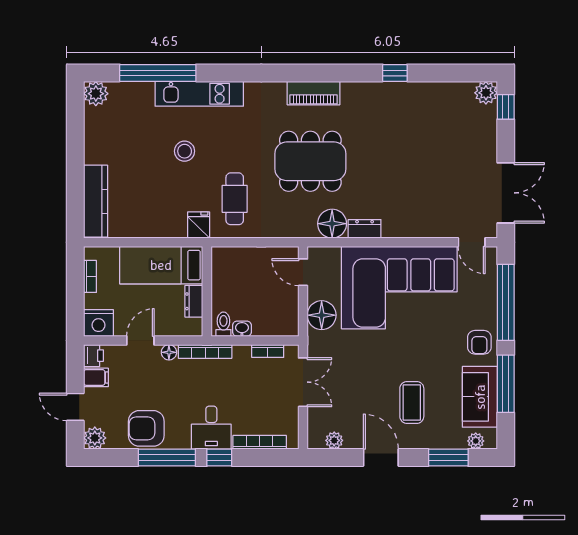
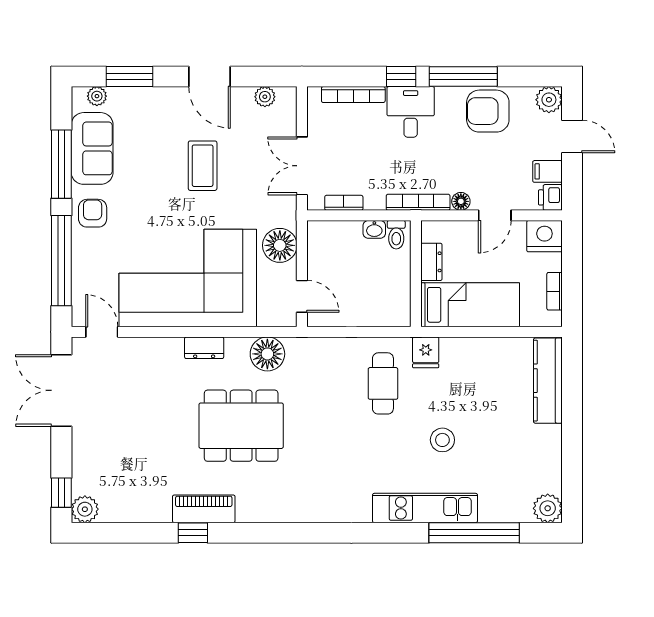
piano: (314, 93) -> (204, 509), moved
dining table: (310, 161) -> (241, 426), moved
dresser: (365, 229) -> (204, 348), moved
coffee table: (412, 402) -> (203, 166), moved
armchair: (146, 428) -> (488, 111), turned 180

